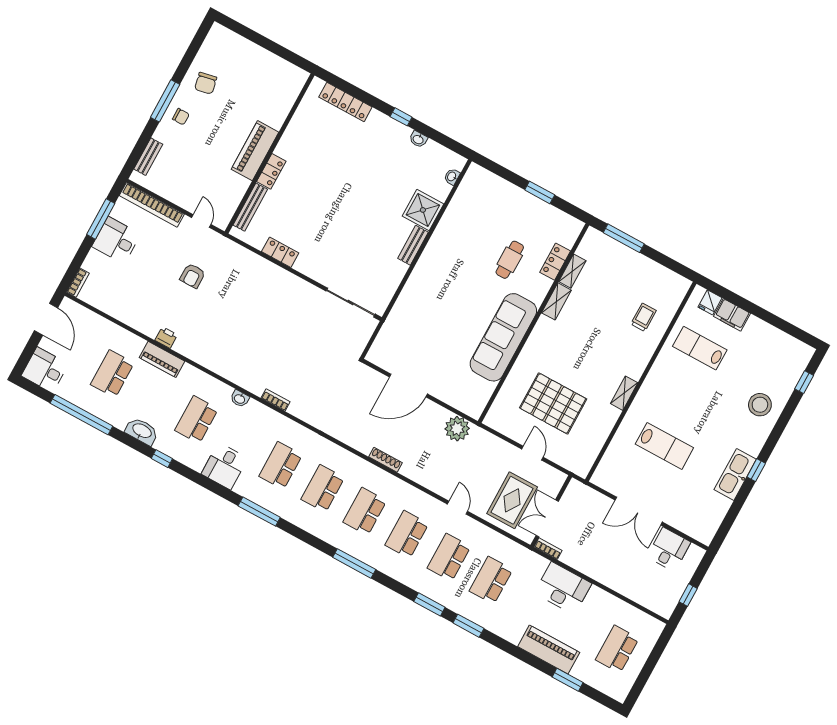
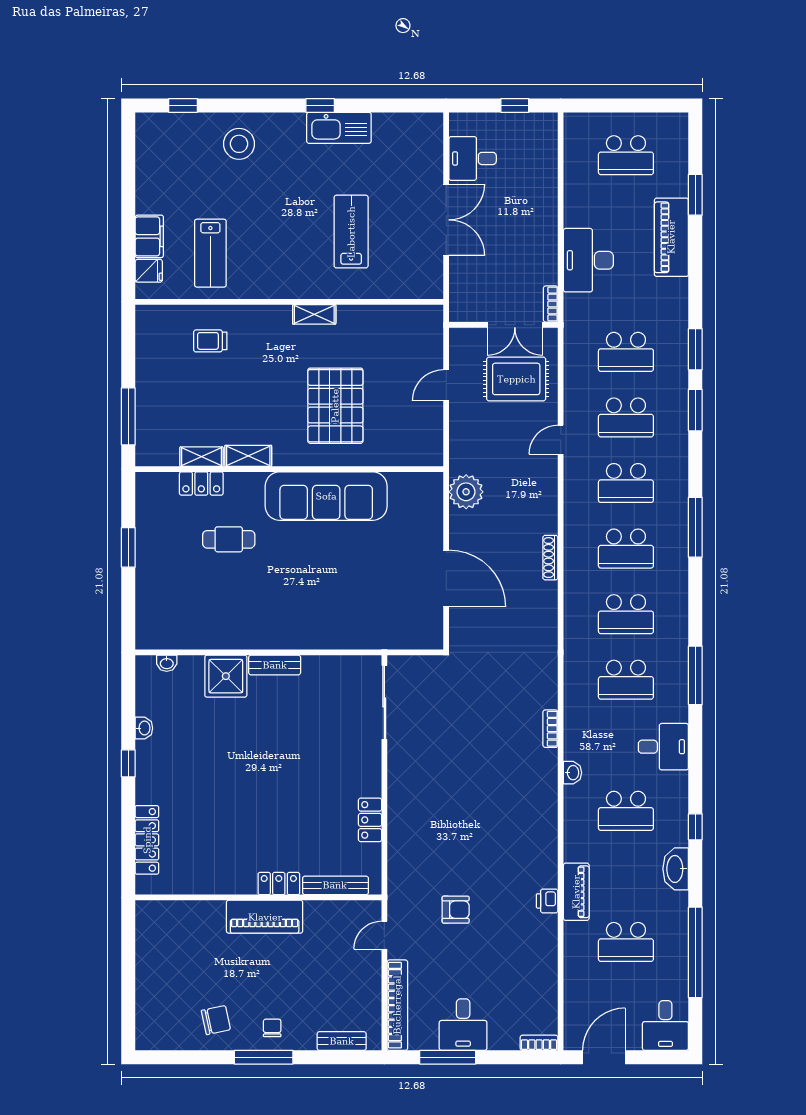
pallet: (553, 403) -> (335, 406), moved

